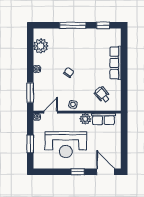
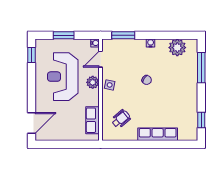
window: (73, 25) -> (201, 68), moved
door: (51, 112) -> (101, 59), swing flipped
plant: (85, 119) -> (93, 82), moved
window: (78, 172) -> (31, 55), moved

